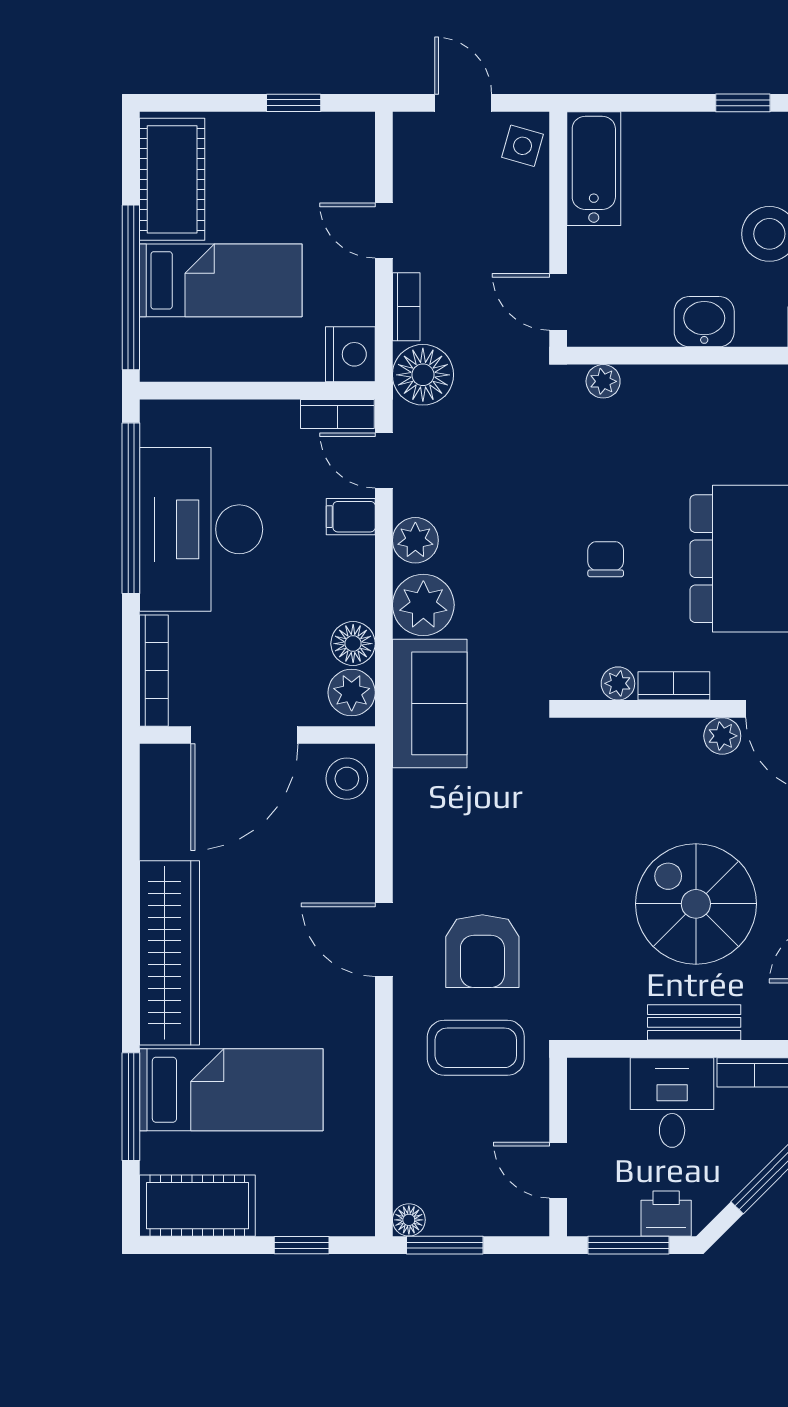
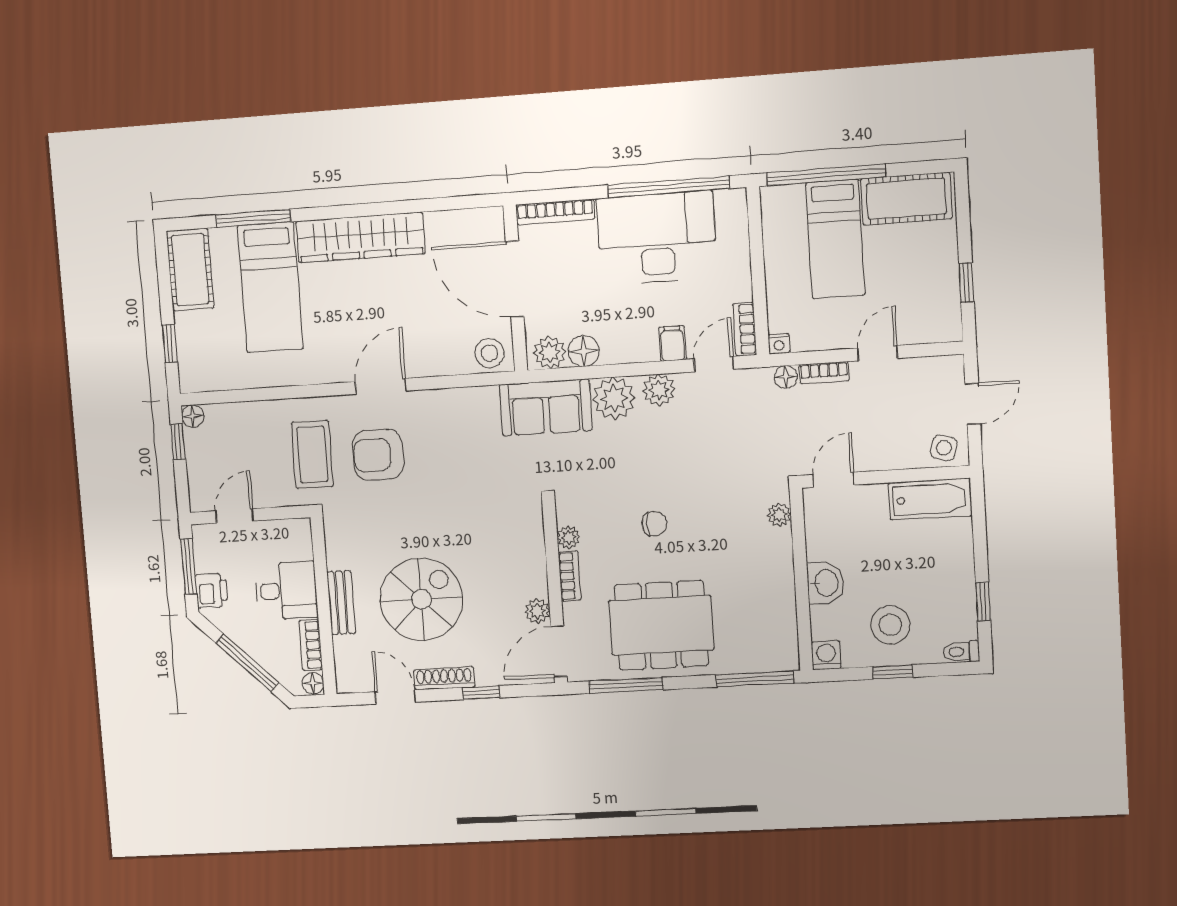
nightstand: (350, 354) -> (779, 344), width x0.53, depth x0.56
floor lamp: (423, 375) -> (786, 377), width x0.53, depth x0.53
window: (445, 1245) -> (178, 442), width x0.67

